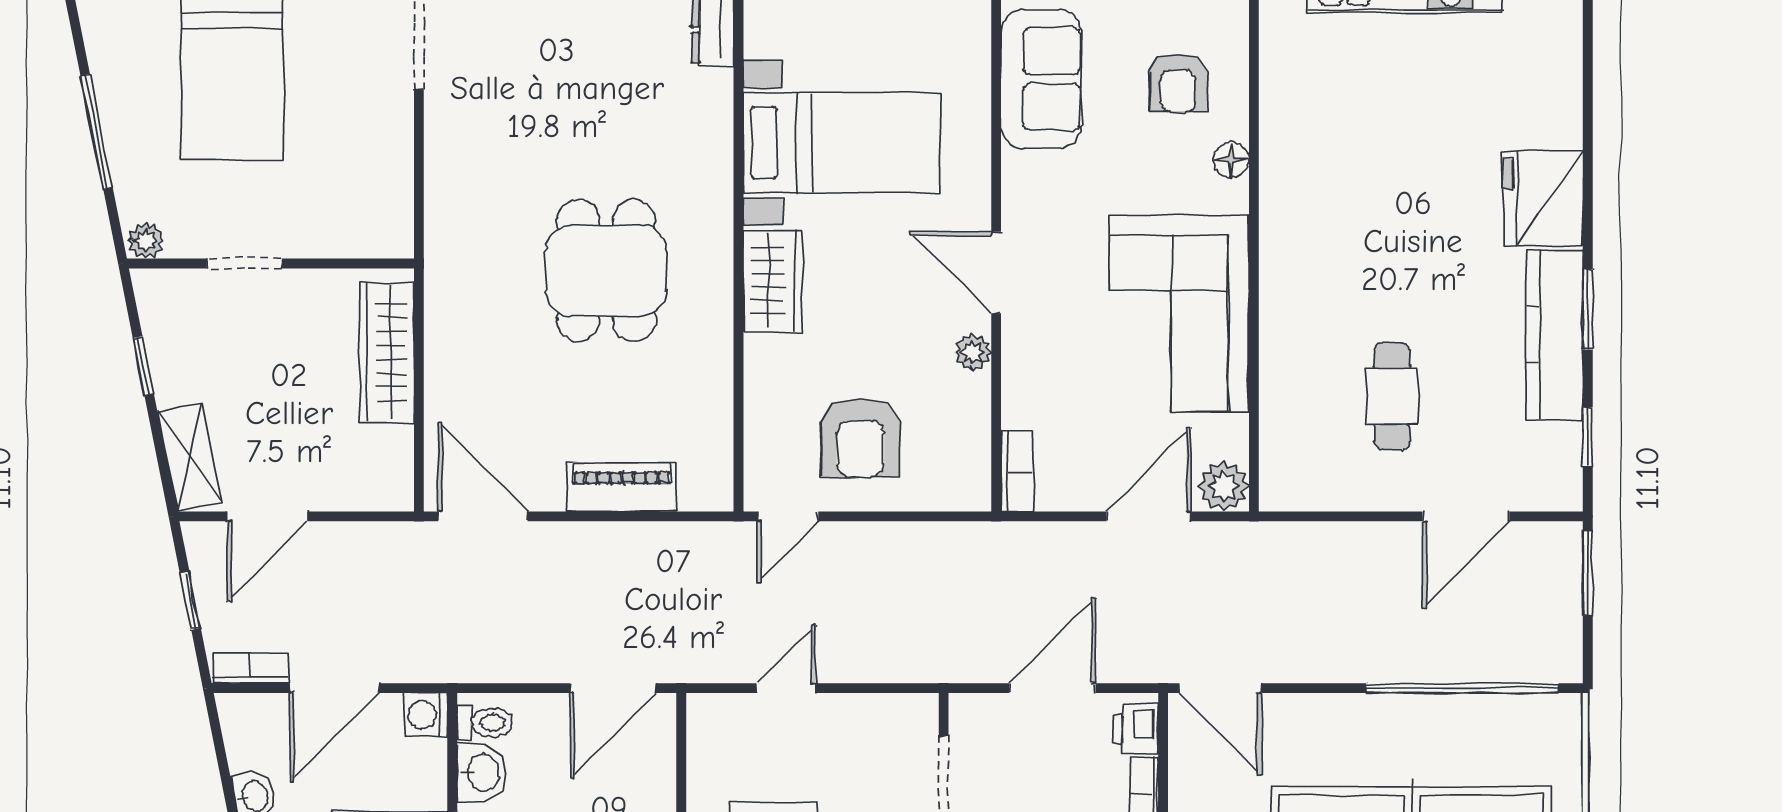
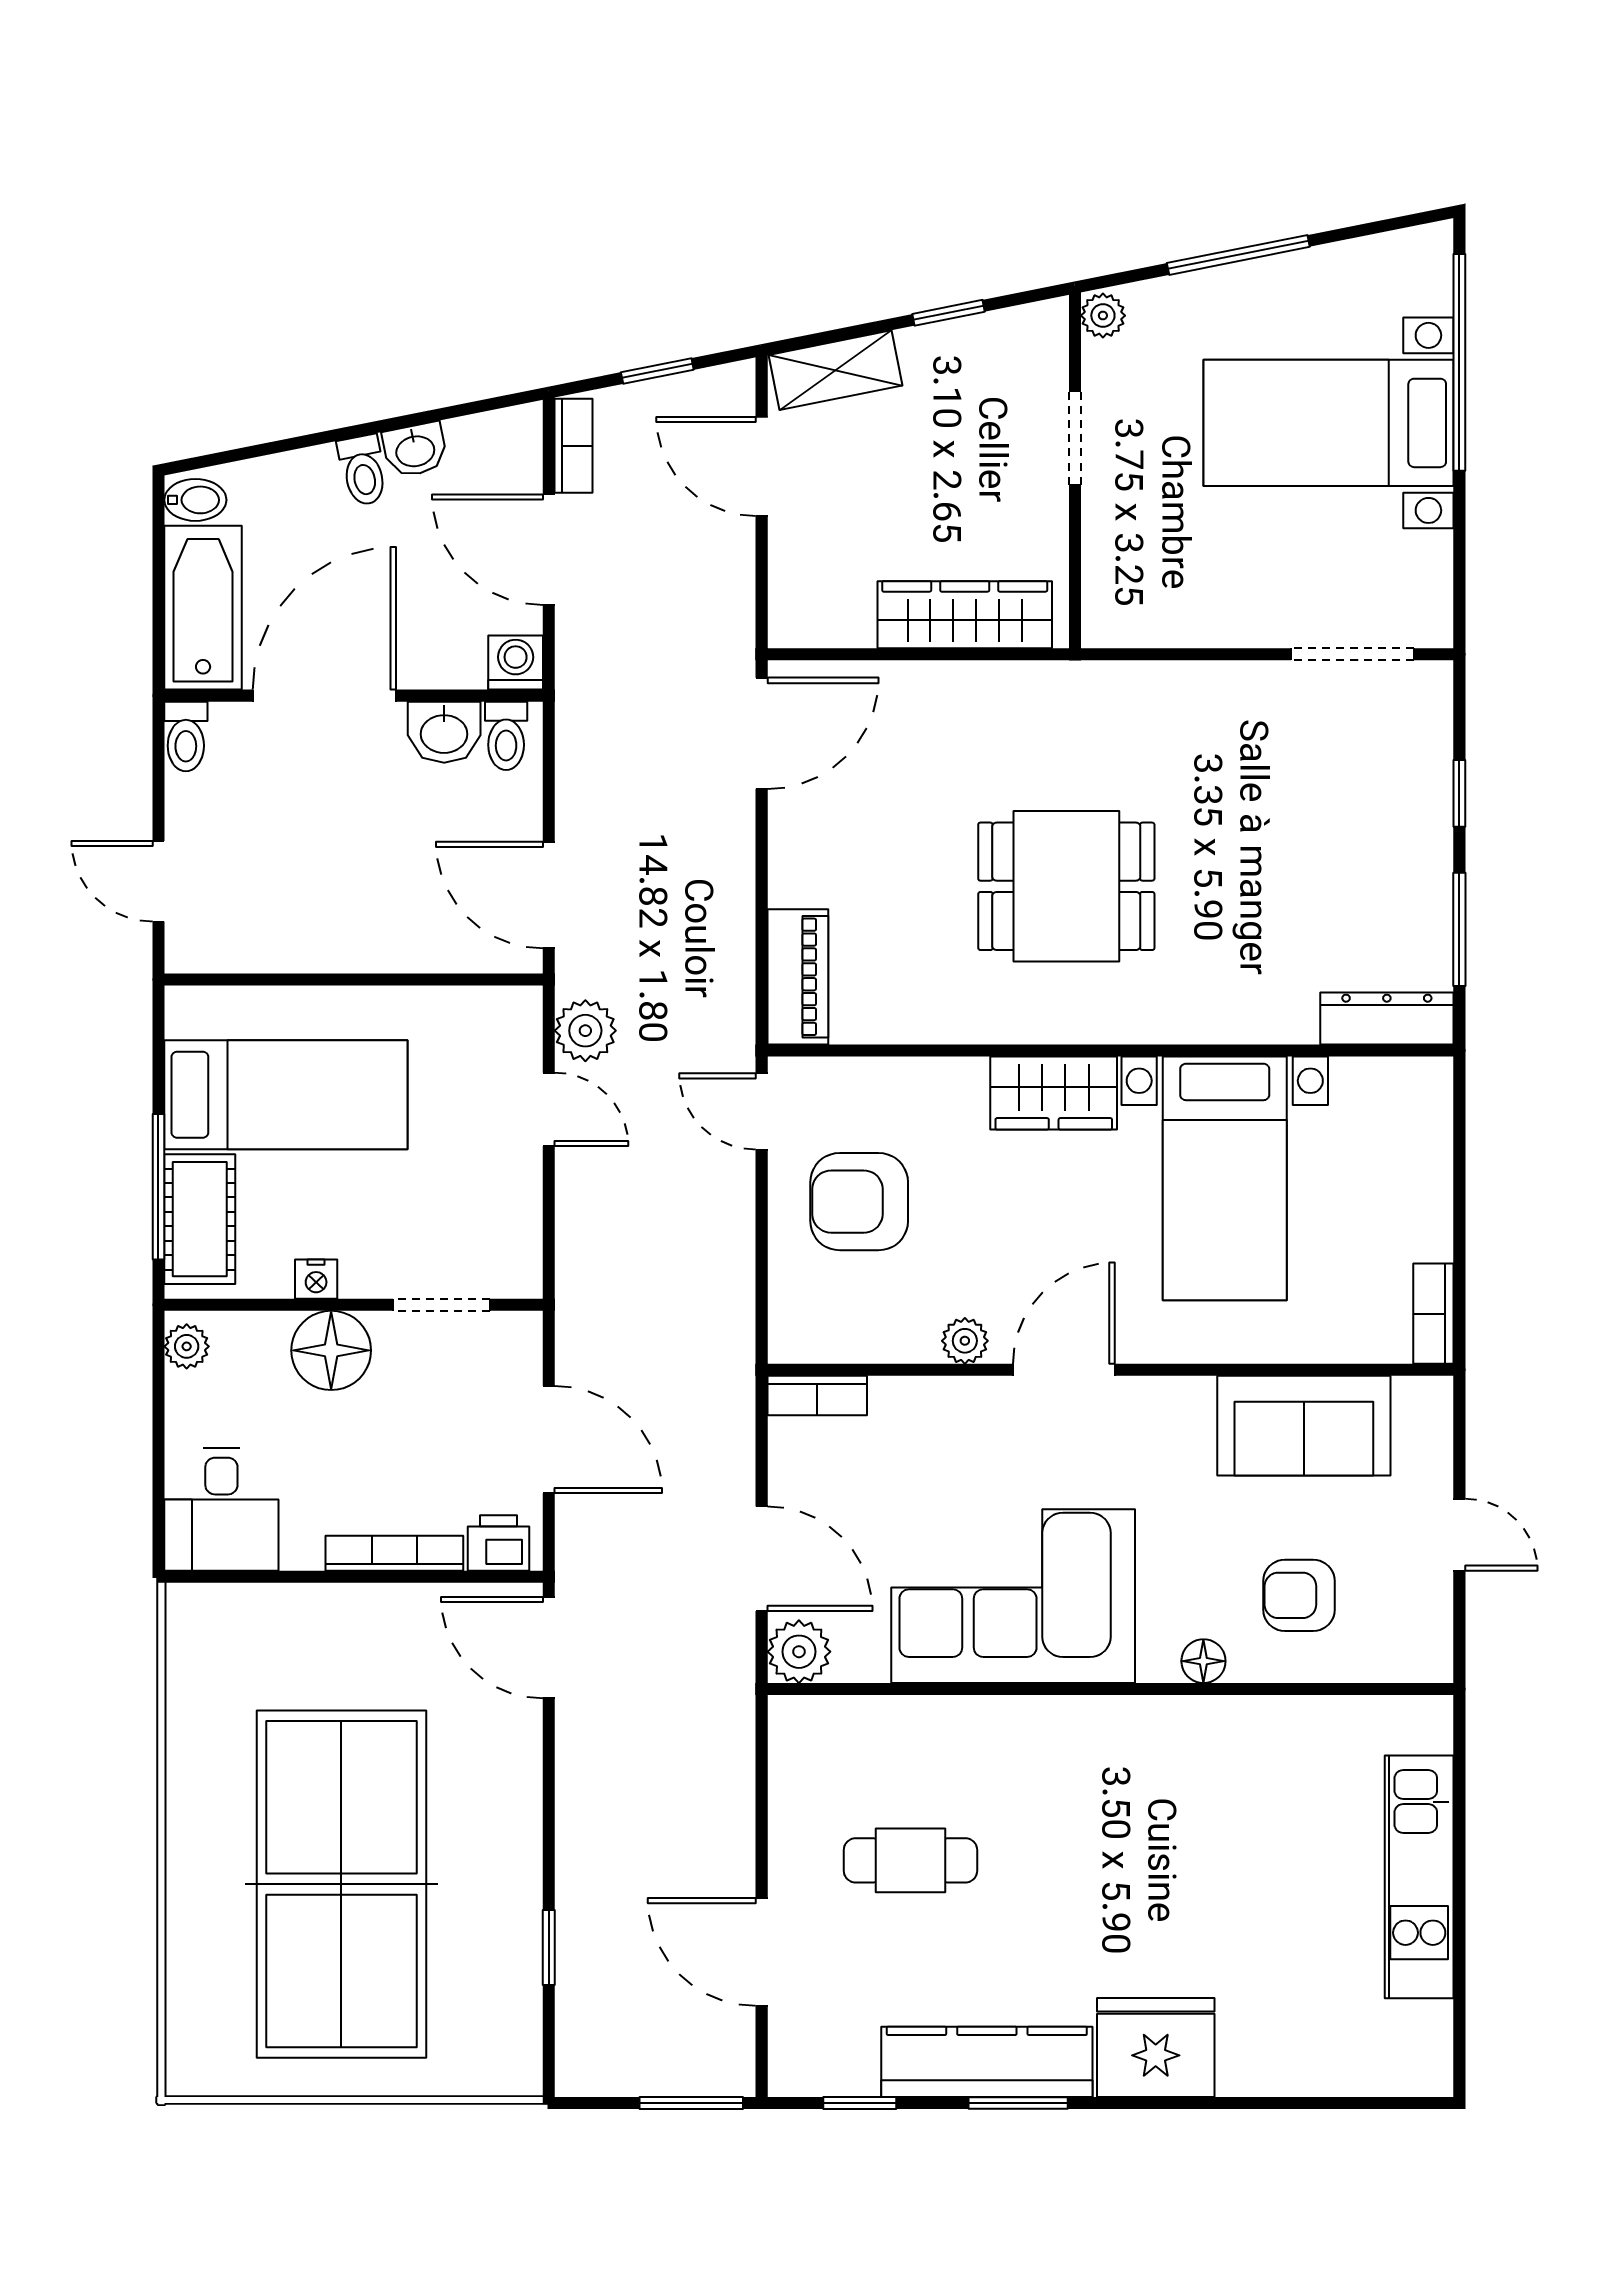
piano: (622, 487) -> (798, 977), moved
plant: (723, 659) -> (585, 1031), added
door: (1220, 688) -> (549, 1648), hinge flipped
window: (1462, 688) -> (549, 1948), width x0.32

